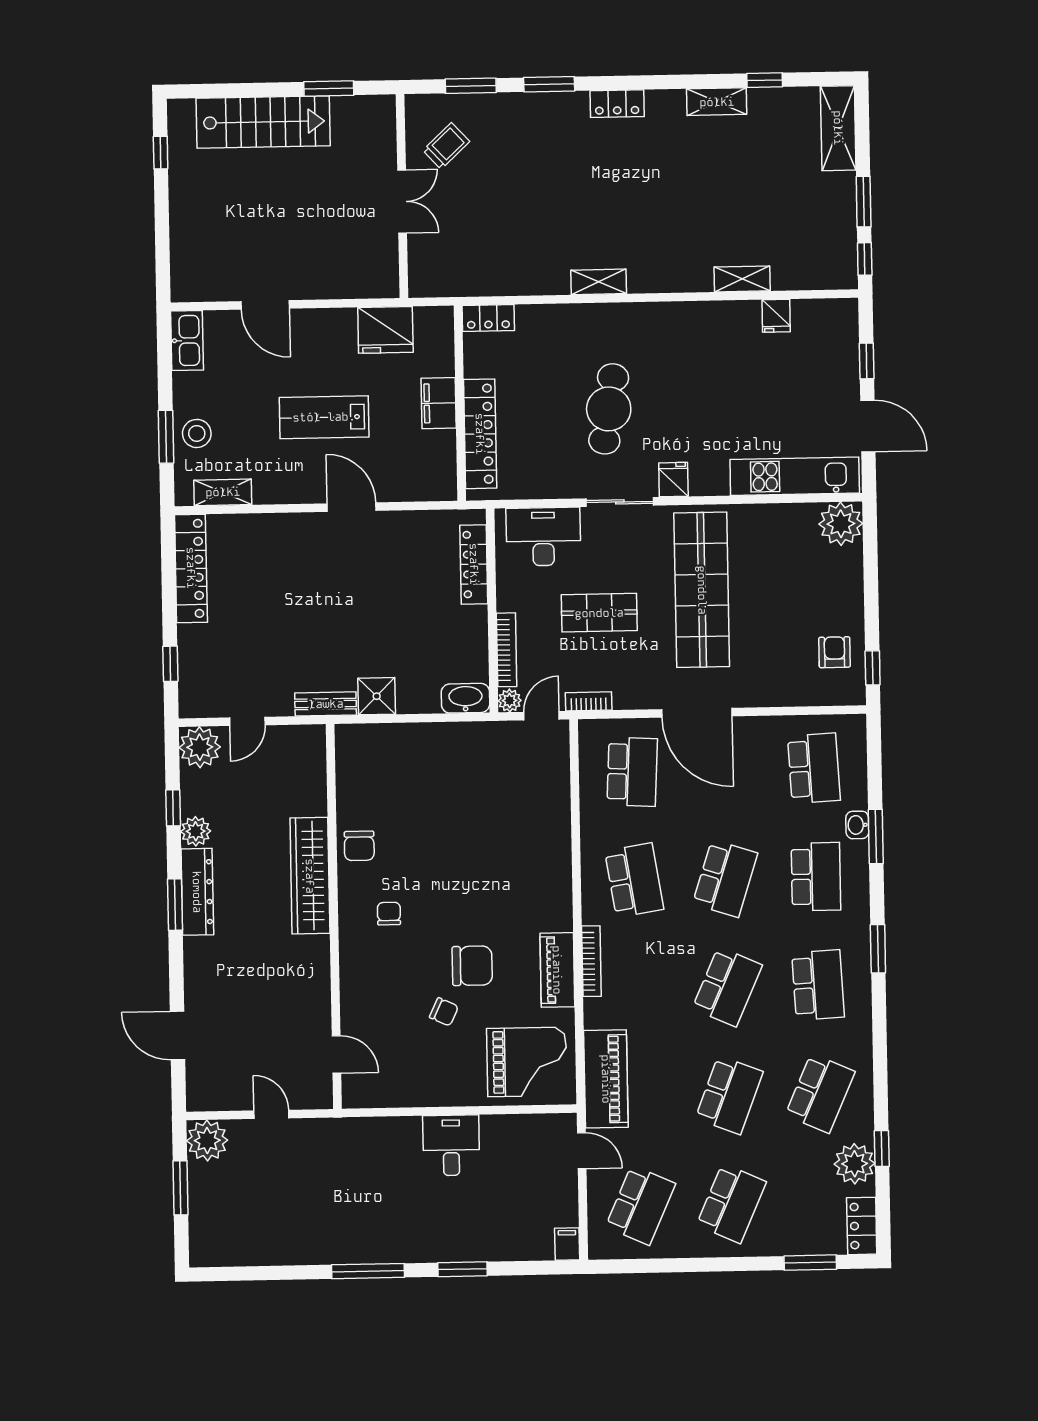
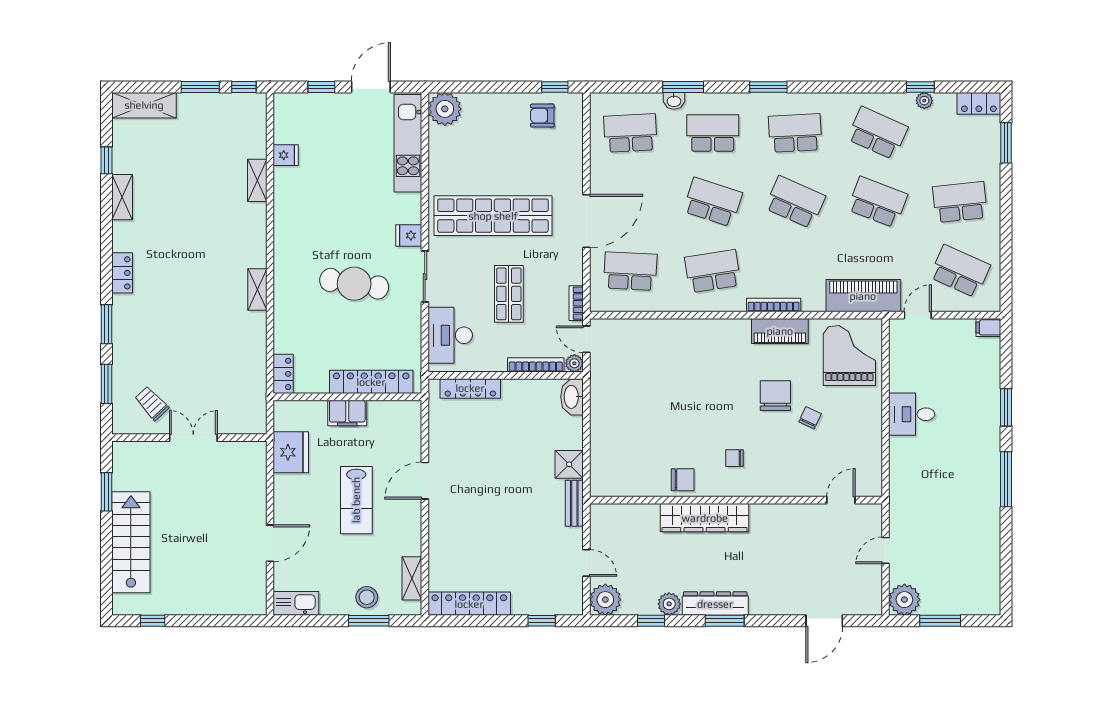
plant: (855, 1164) -> (924, 101), width x0.53, depth x0.53
school desk: (731, 1203) -> (960, 202), turned -30

